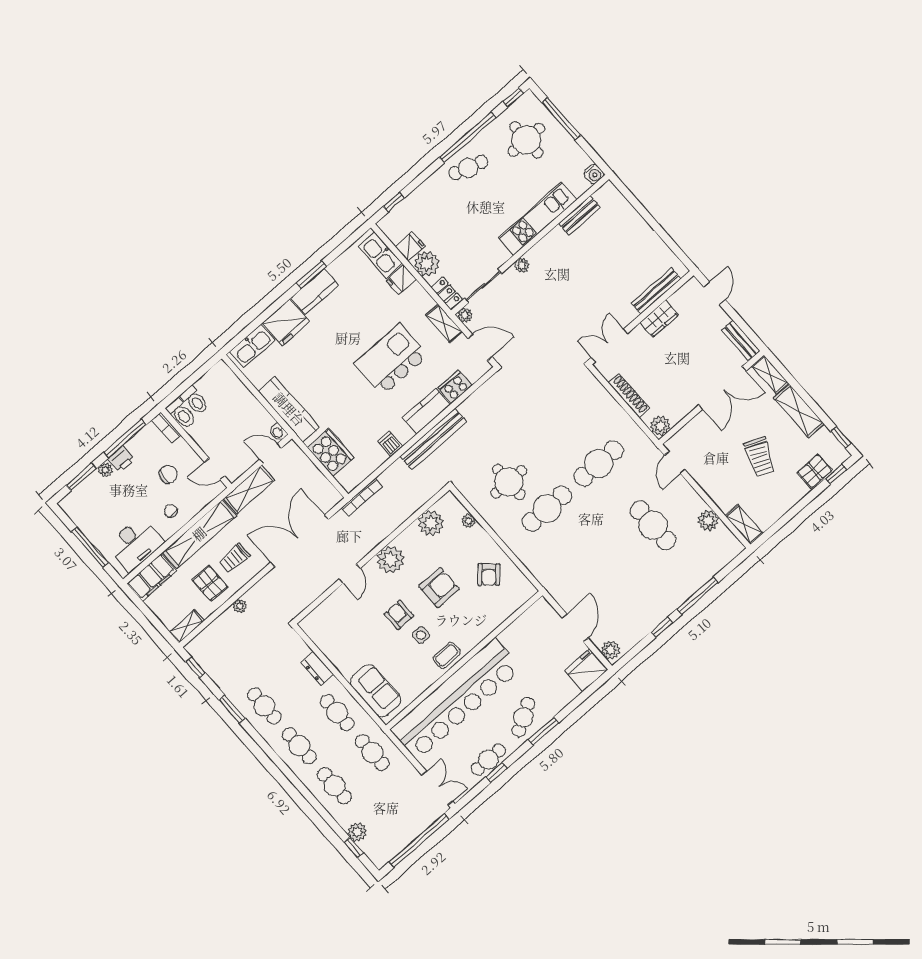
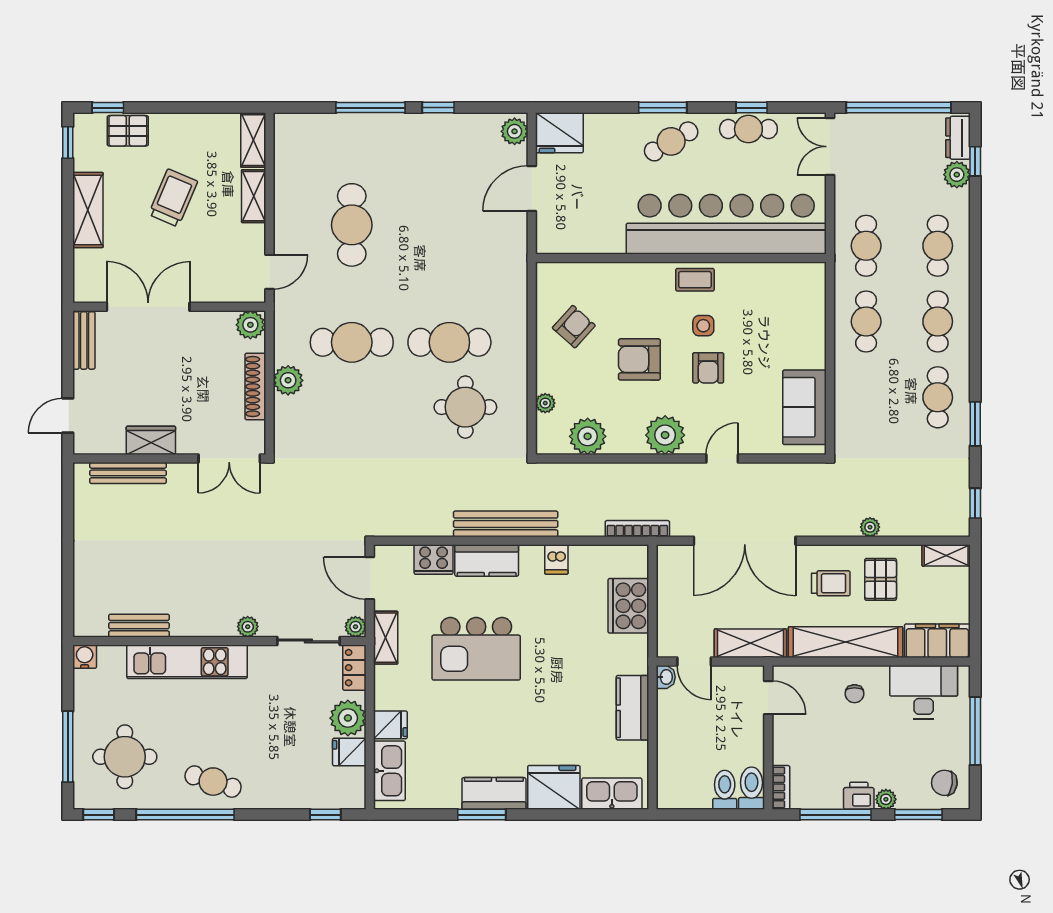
shelving: (770, 375) -> (254, 196), moved
kitchen counter: (289, 409) -> (632, 708), width x0.67
chair: (168, 474) -> (944, 783), moved
plant: (708, 520) -> (288, 380), moved
dresser: (317, 668) -> (958, 138), moved, turned 180
sofa: (376, 691) -> (804, 407), moved

